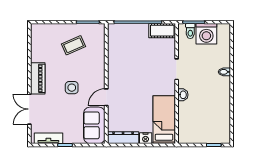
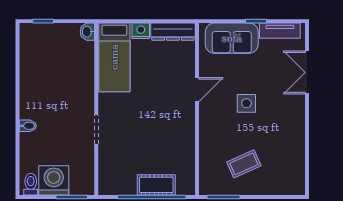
cot: (162, 31) -> (156, 185), moved
toilet: (190, 31) -> (31, 184), moved
piano: (38, 78) -> (295, 116), removed
washbasin: (183, 95) -> (87, 32), moved
double door: (29, 109) -> (307, 72), swing flipped
sofa: (94, 125) -> (232, 38), moved, turned 90

